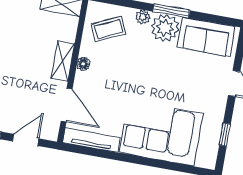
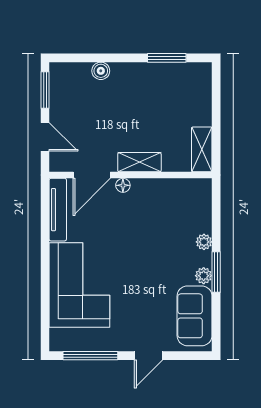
plant: (165, 28) -> (204, 276), width x0.53, depth x0.53
coffee table: (109, 29) -> (184, 206), removed
floor lamp: (83, 64) -> (123, 185), moved
window: (225, 135) -> (90, 356), width x2.17

